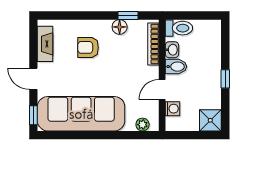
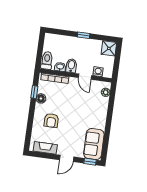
sofa: (81, 114) -> (94, 144), width x0.54, depth x0.79

